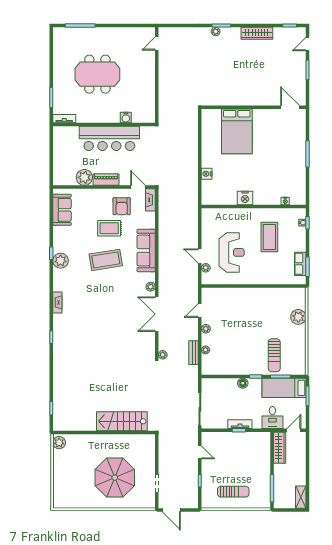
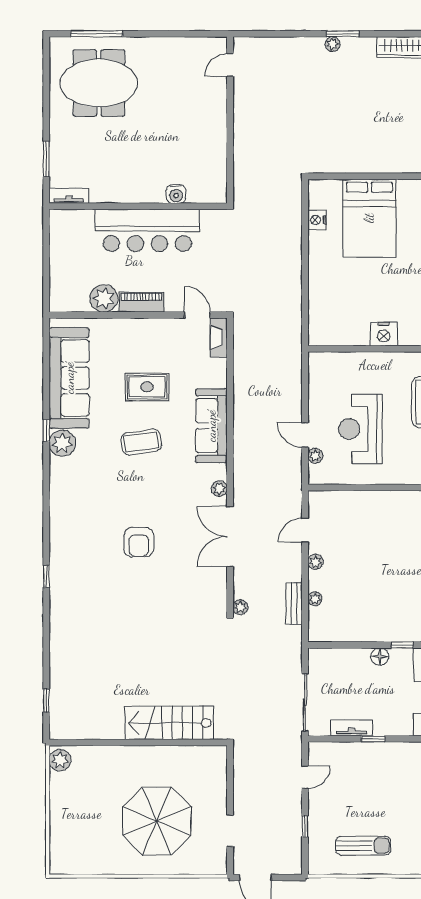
meeting table: (97, 74) -> (99, 83), moved
nightstand: (207, 174) -> (317, 220), moved
armchair: (122, 206) -> (139, 542), moved
sofa: (62, 210) -> (69, 378), width x1.85, depth x1.27
reception desk: (232, 252) -> (360, 429), turned 180
coffee table: (106, 260) -> (141, 442), width x0.73, depth x0.76
fireplace: (57, 302) -> (57, 516), removed
tv unit: (240, 424) -> (352, 728), moved
door: (200, 452) -> (305, 777), hinge flipped

